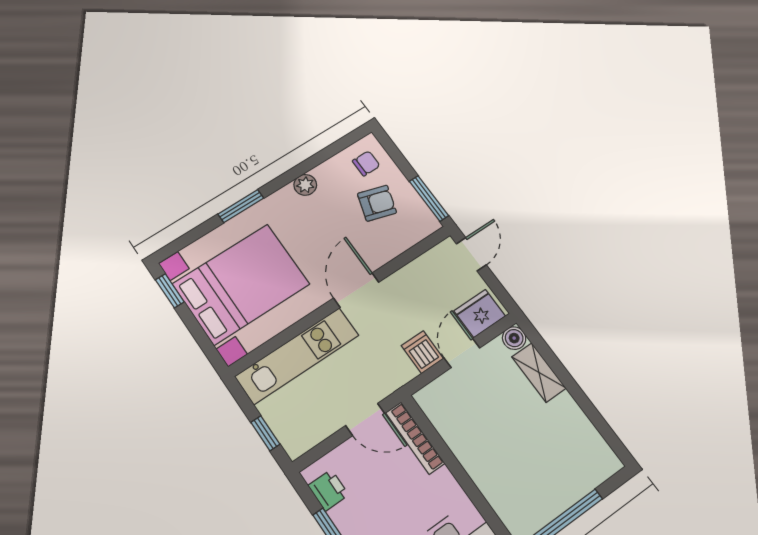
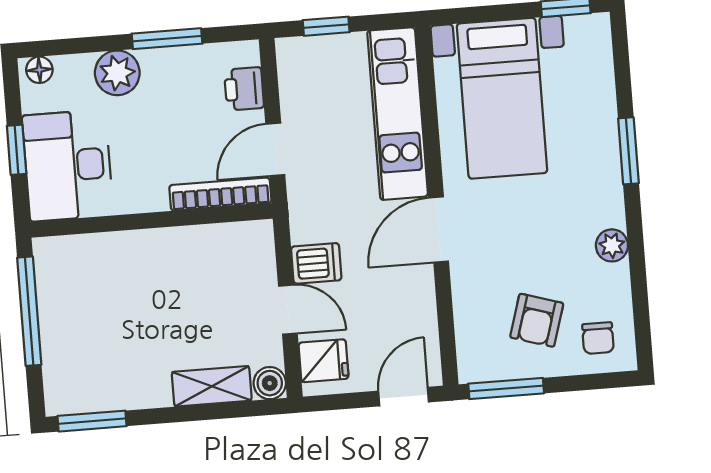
door: (471, 254) -> (403, 397), swing flipped
bed with nightstands: (241, 284) -> (502, 98), width x0.73
door: (356, 290) -> (439, 230), swing flipped
fridge: (480, 313) -> (324, 361), width x0.72
window: (609, 435) -> (92, 421), added
printer: (328, 490) -> (244, 89), moved, turned 90

